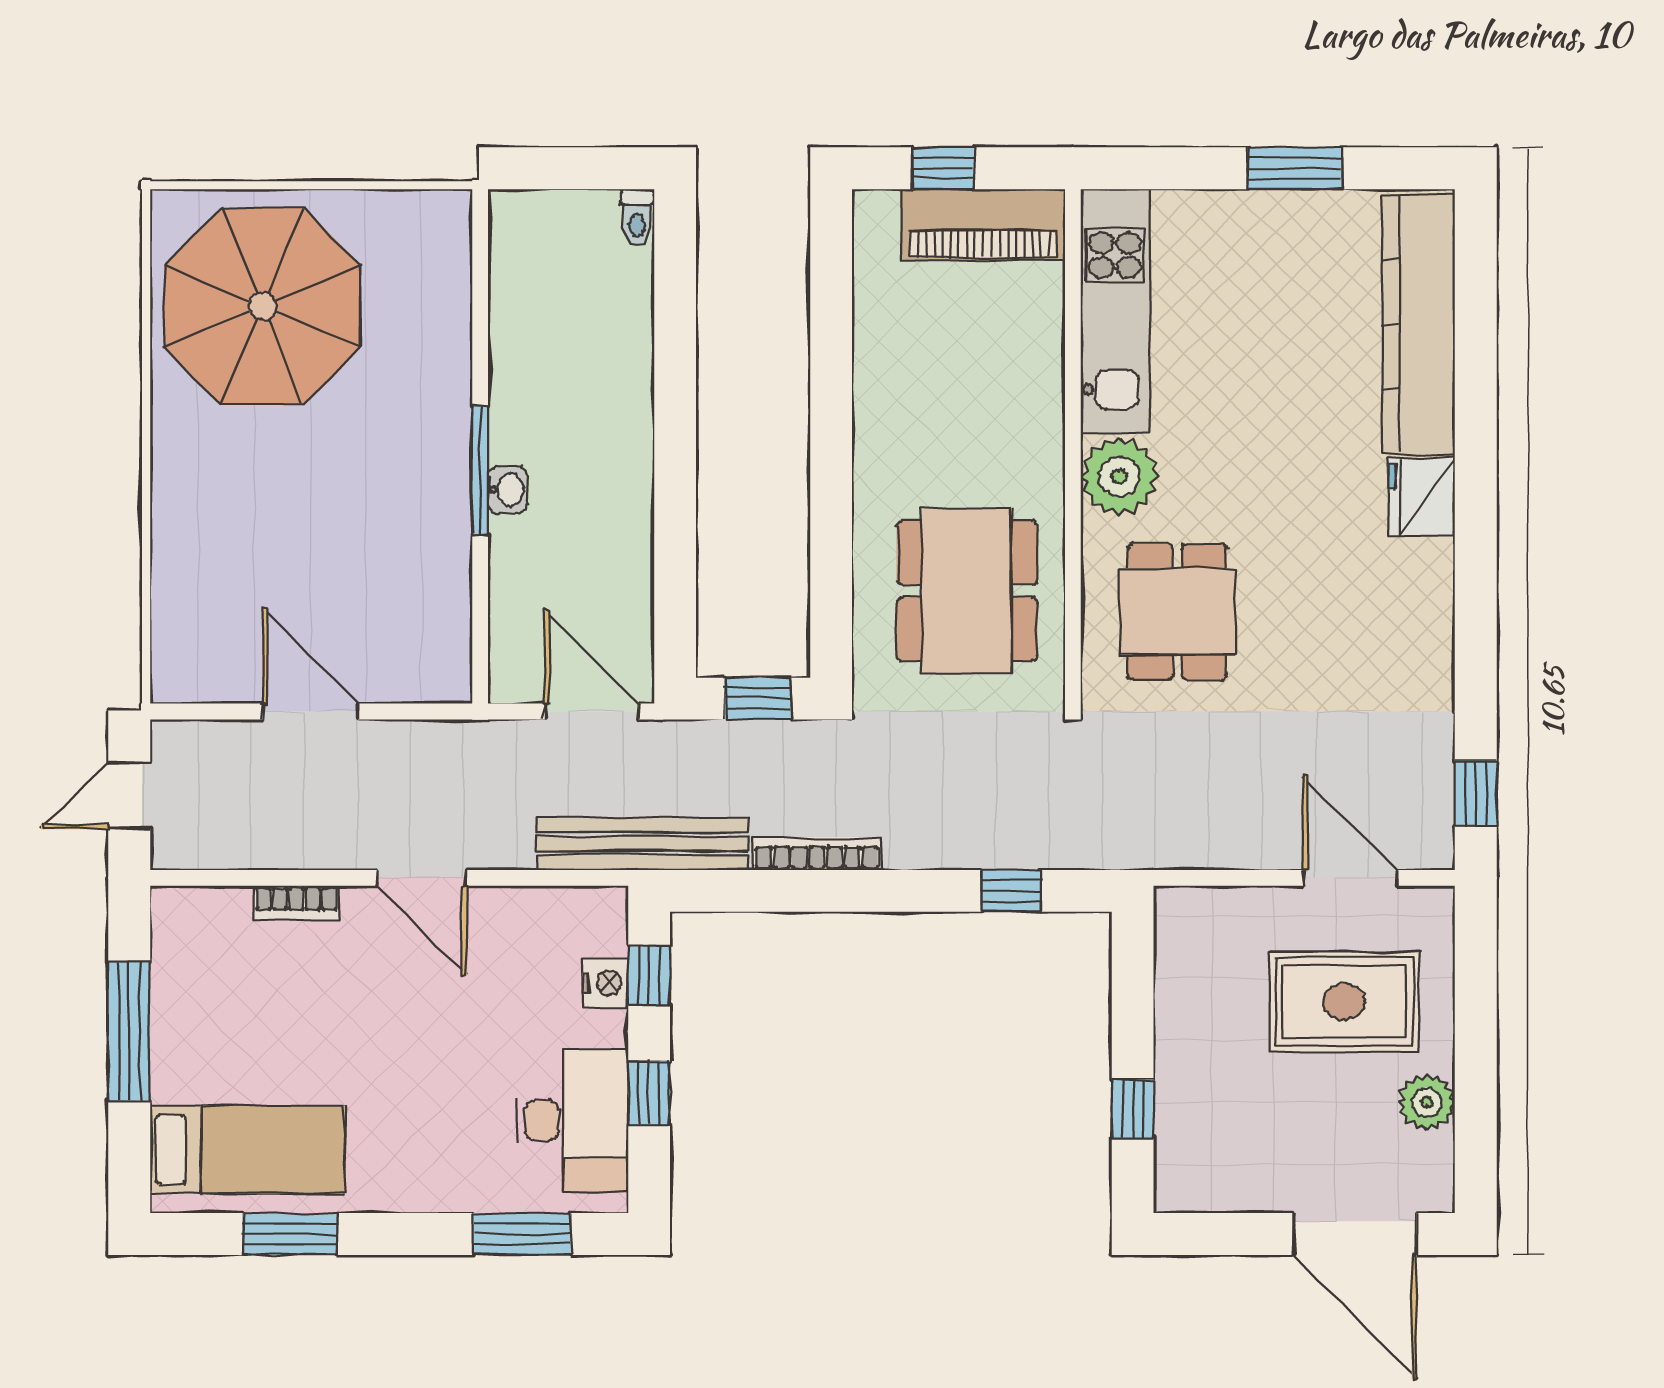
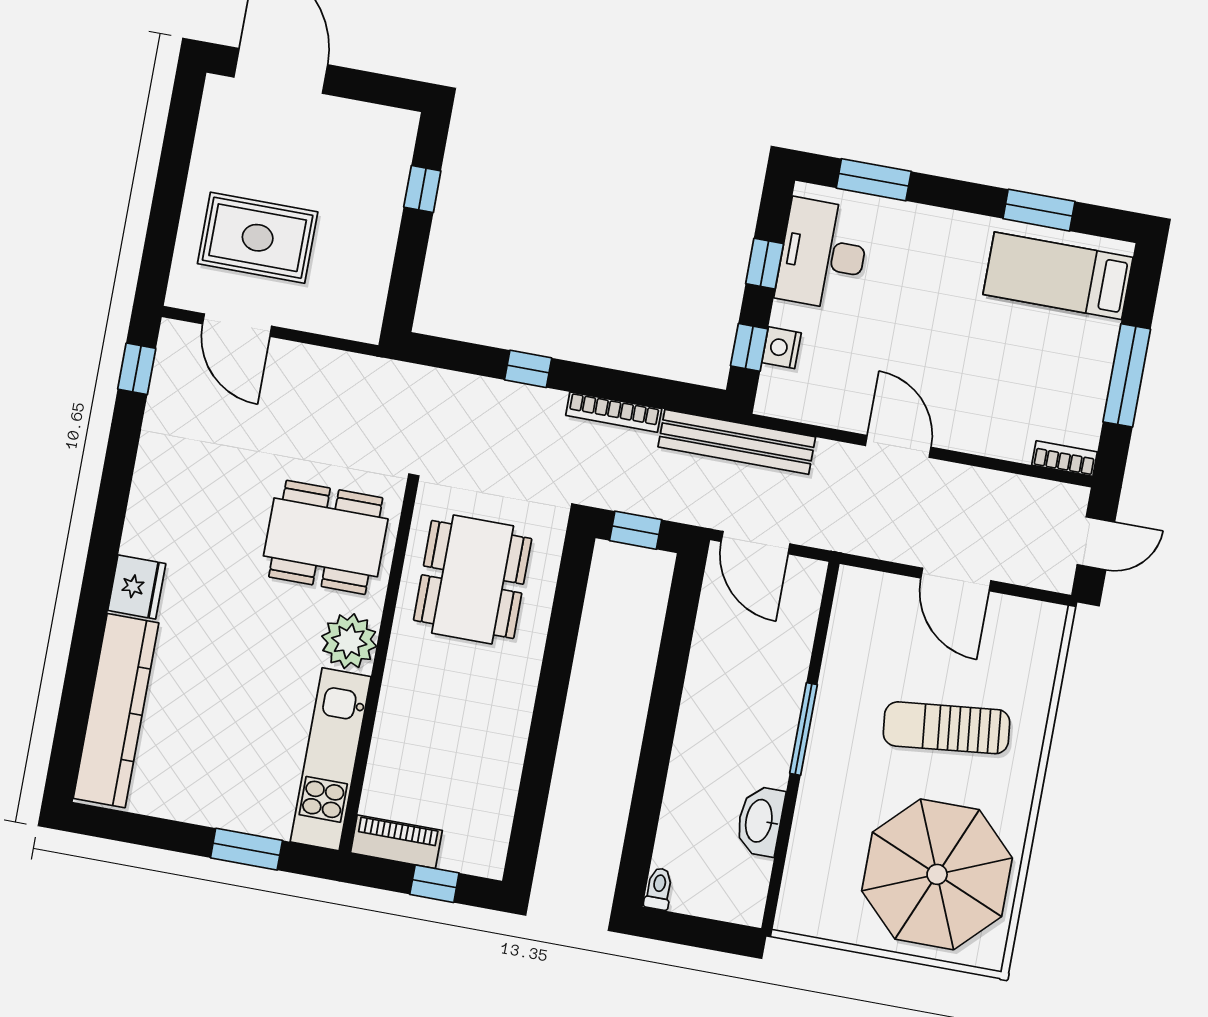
window: (1295, 168) -> (246, 849), moved
piano: (983, 225) -> (396, 842), width x0.73, depth x0.75
washbasin: (508, 490) -> (760, 821), moved, width x1.91, depth x1.45
sun lounger: (286, 508) -> (947, 728), added
dining table: (1177, 612) -> (326, 537), width x1.38
window: (1011, 891) -> (528, 369), moved
bookcase: (296, 903) -> (1065, 459), moved
plant: (1427, 1102) -> (212, 155), removed

